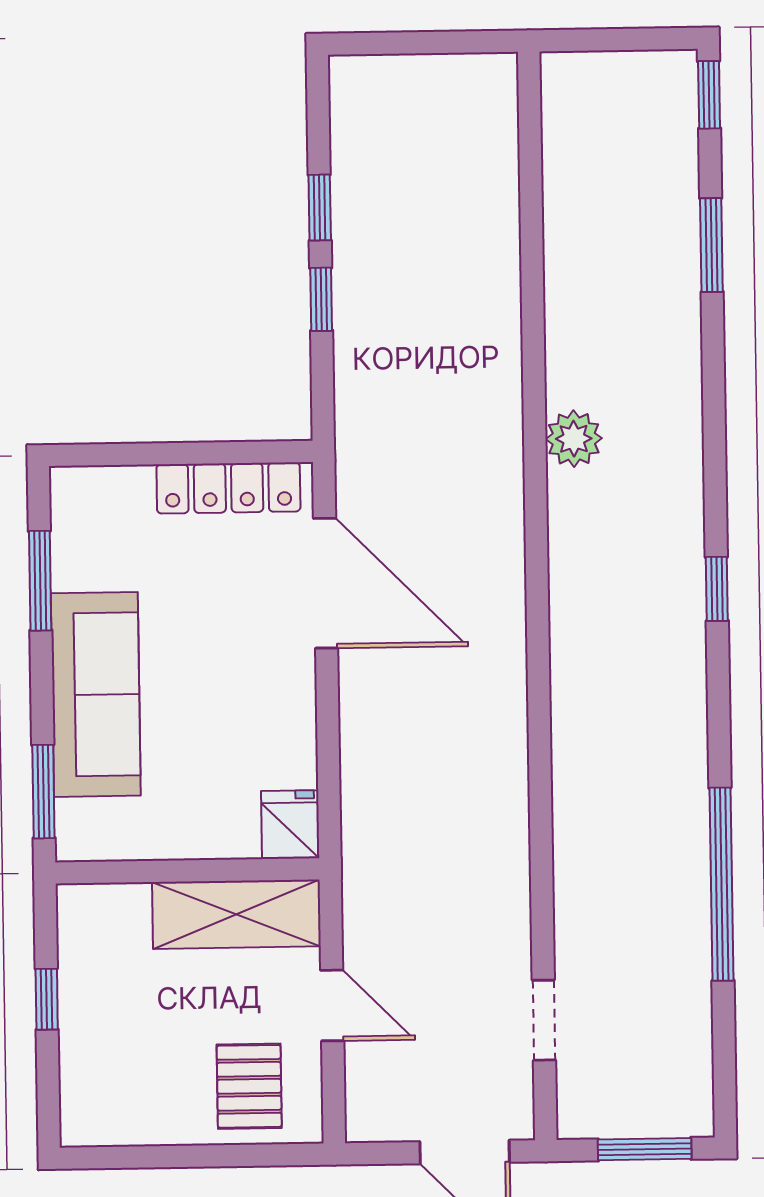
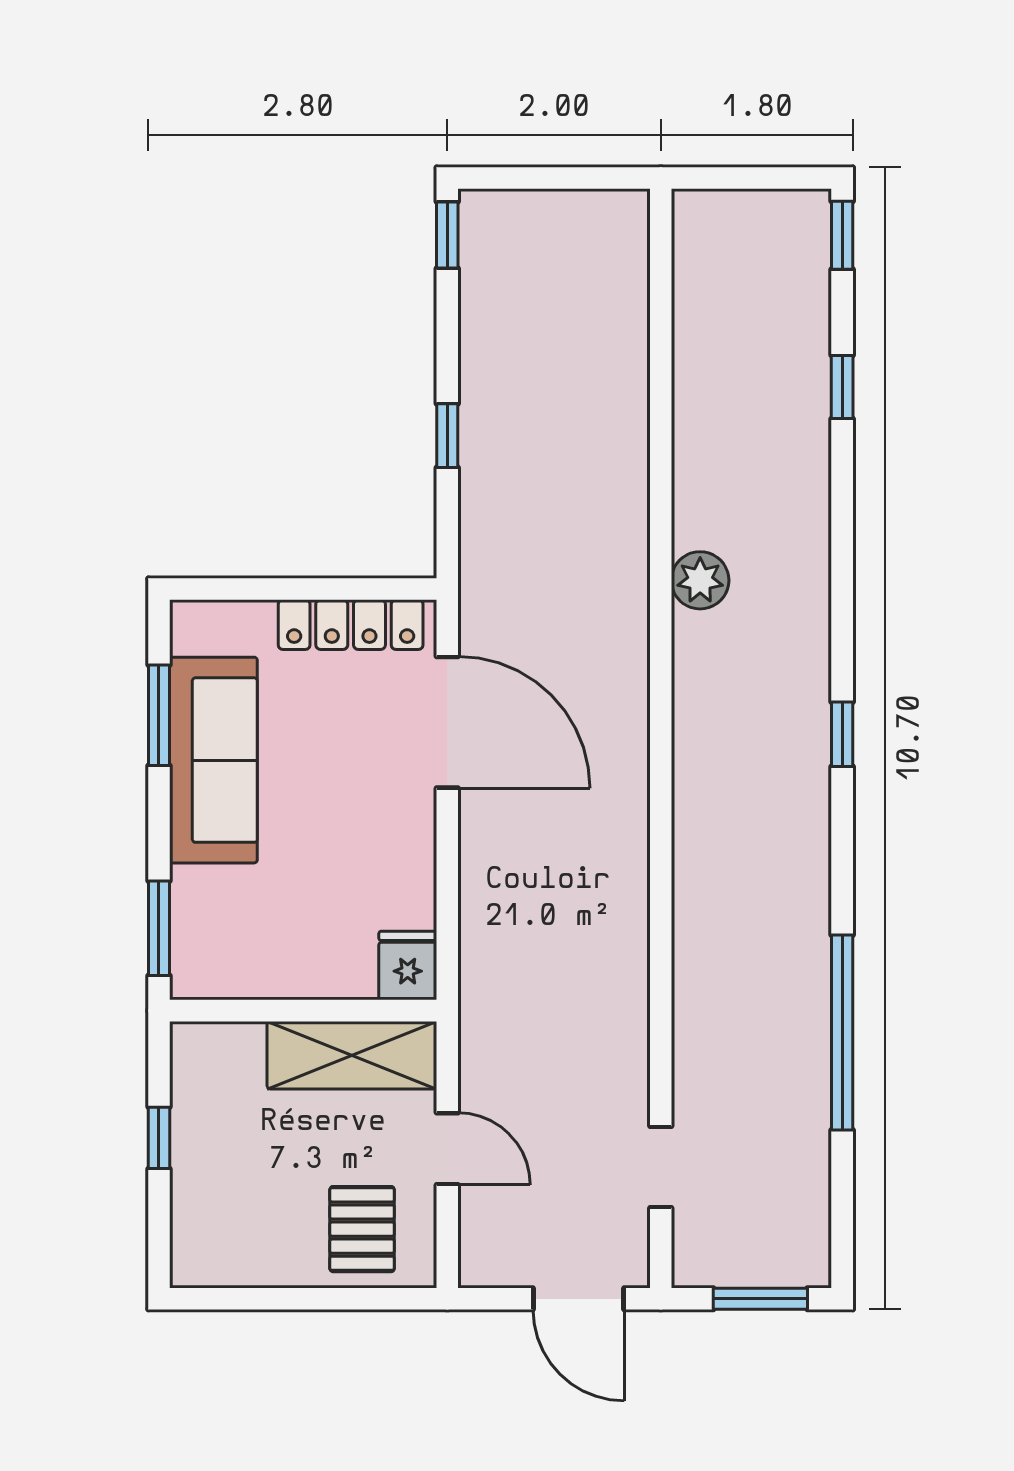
window: (320, 208) -> (447, 235), moved
window: (711, 245) -> (842, 387), width x0.67
sofa: (96, 694) -> (213, 760), moved

